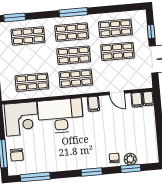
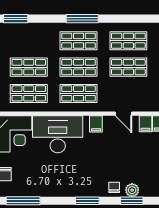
shop shelf: (28, 36) -> (29, 67), moved

